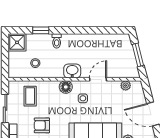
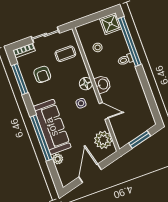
window: (41, 30) -> (130, 41), width x3.17
plant: (126, 85) -> (103, 140), width x1.87, depth x1.87
armchair: (42, 125) -> (42, 74), turned 180

